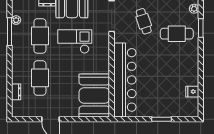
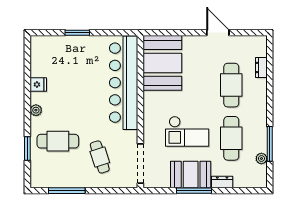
plant: (194, 9) -> (36, 110), moved
fridge: (192, 92) -> (38, 84), moved

